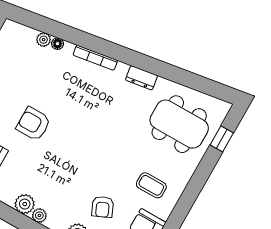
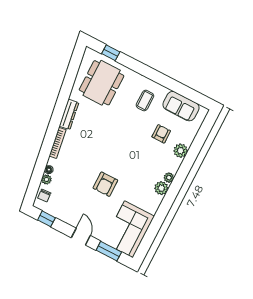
chair: (21, 36) -> (44, 196), added
dresser: (141, 78) -> (69, 114), width x1.44
armchair: (103, 207) -> (161, 134), turned -66

